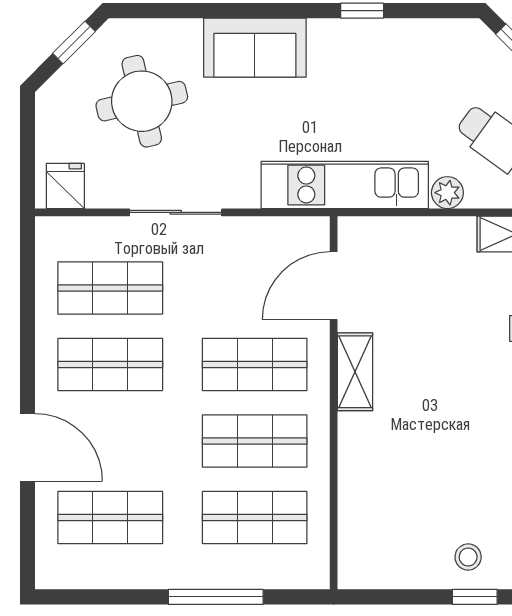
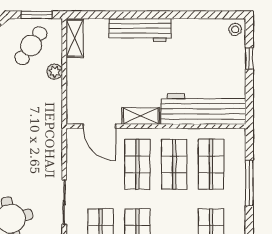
kitchen unit: (345, 185) -> (51, 121), removed
workbench: (370, 502) -> (203, 109), added
stool: (468, 557) -> (230, 62), removed

